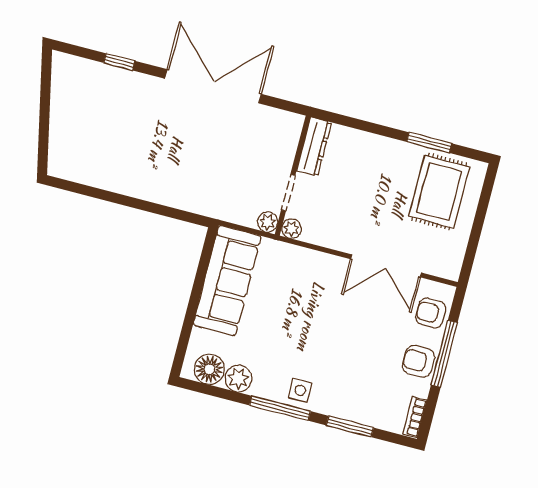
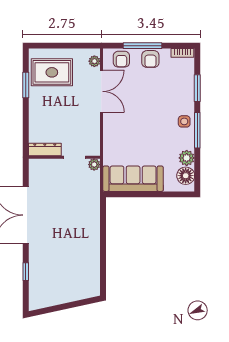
plant: (291, 229) -> (94, 61), moved

